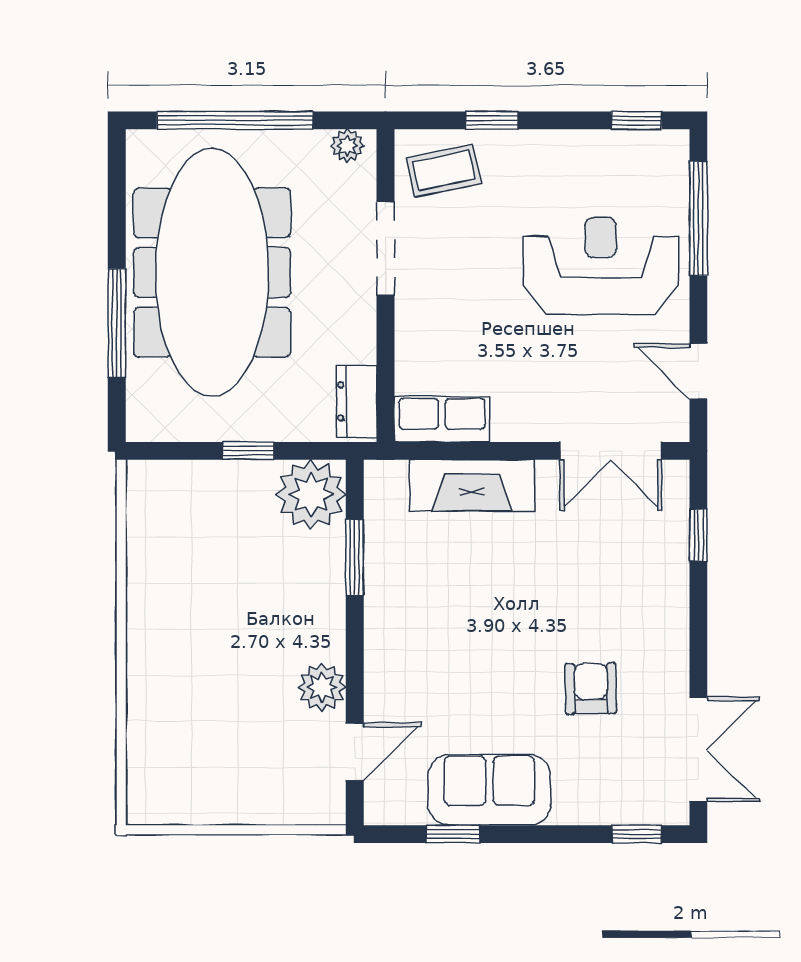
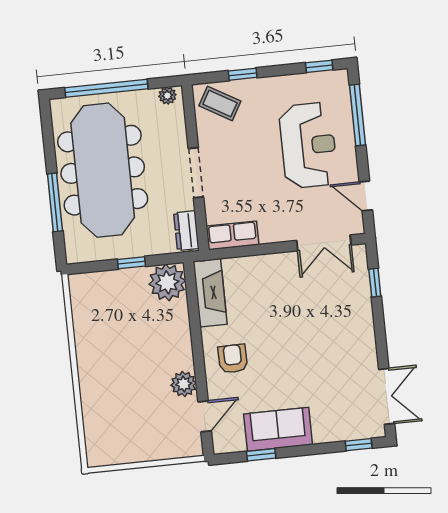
coffee table: (444, 171) -> (220, 103), turned 42
doorway: (386, 249) -> (196, 173), moved
reception desk: (601, 266) -> (308, 145), turned 90
fireplace: (472, 485) -> (210, 293), moved, turned -90
window: (355, 557) -> (194, 313), removed
armchair: (591, 689) -> (233, 359), moved

